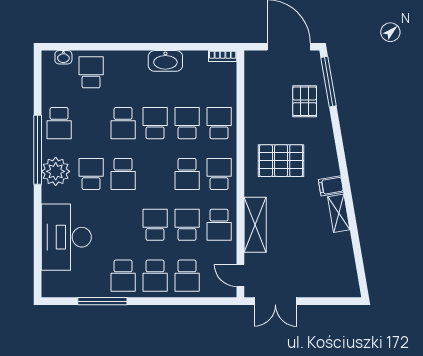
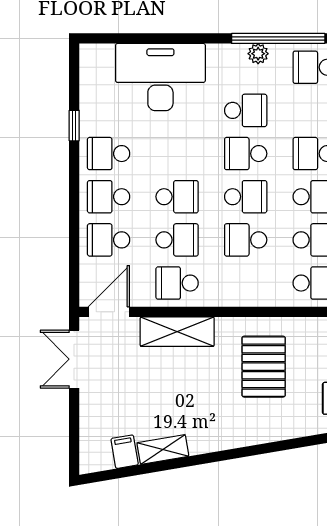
plant: (56, 171) -> (258, 54), width x0.53, depth x0.53
school desk: (219, 174) -> (246, 197), moved
filing cabinet: (331, 186) -> (125, 452), moved
shelving: (339, 213) -> (163, 449), moved
door: (240, 275) -> (109, 312), width x1.38
window: (102, 301) -> (74, 126), width x0.46

